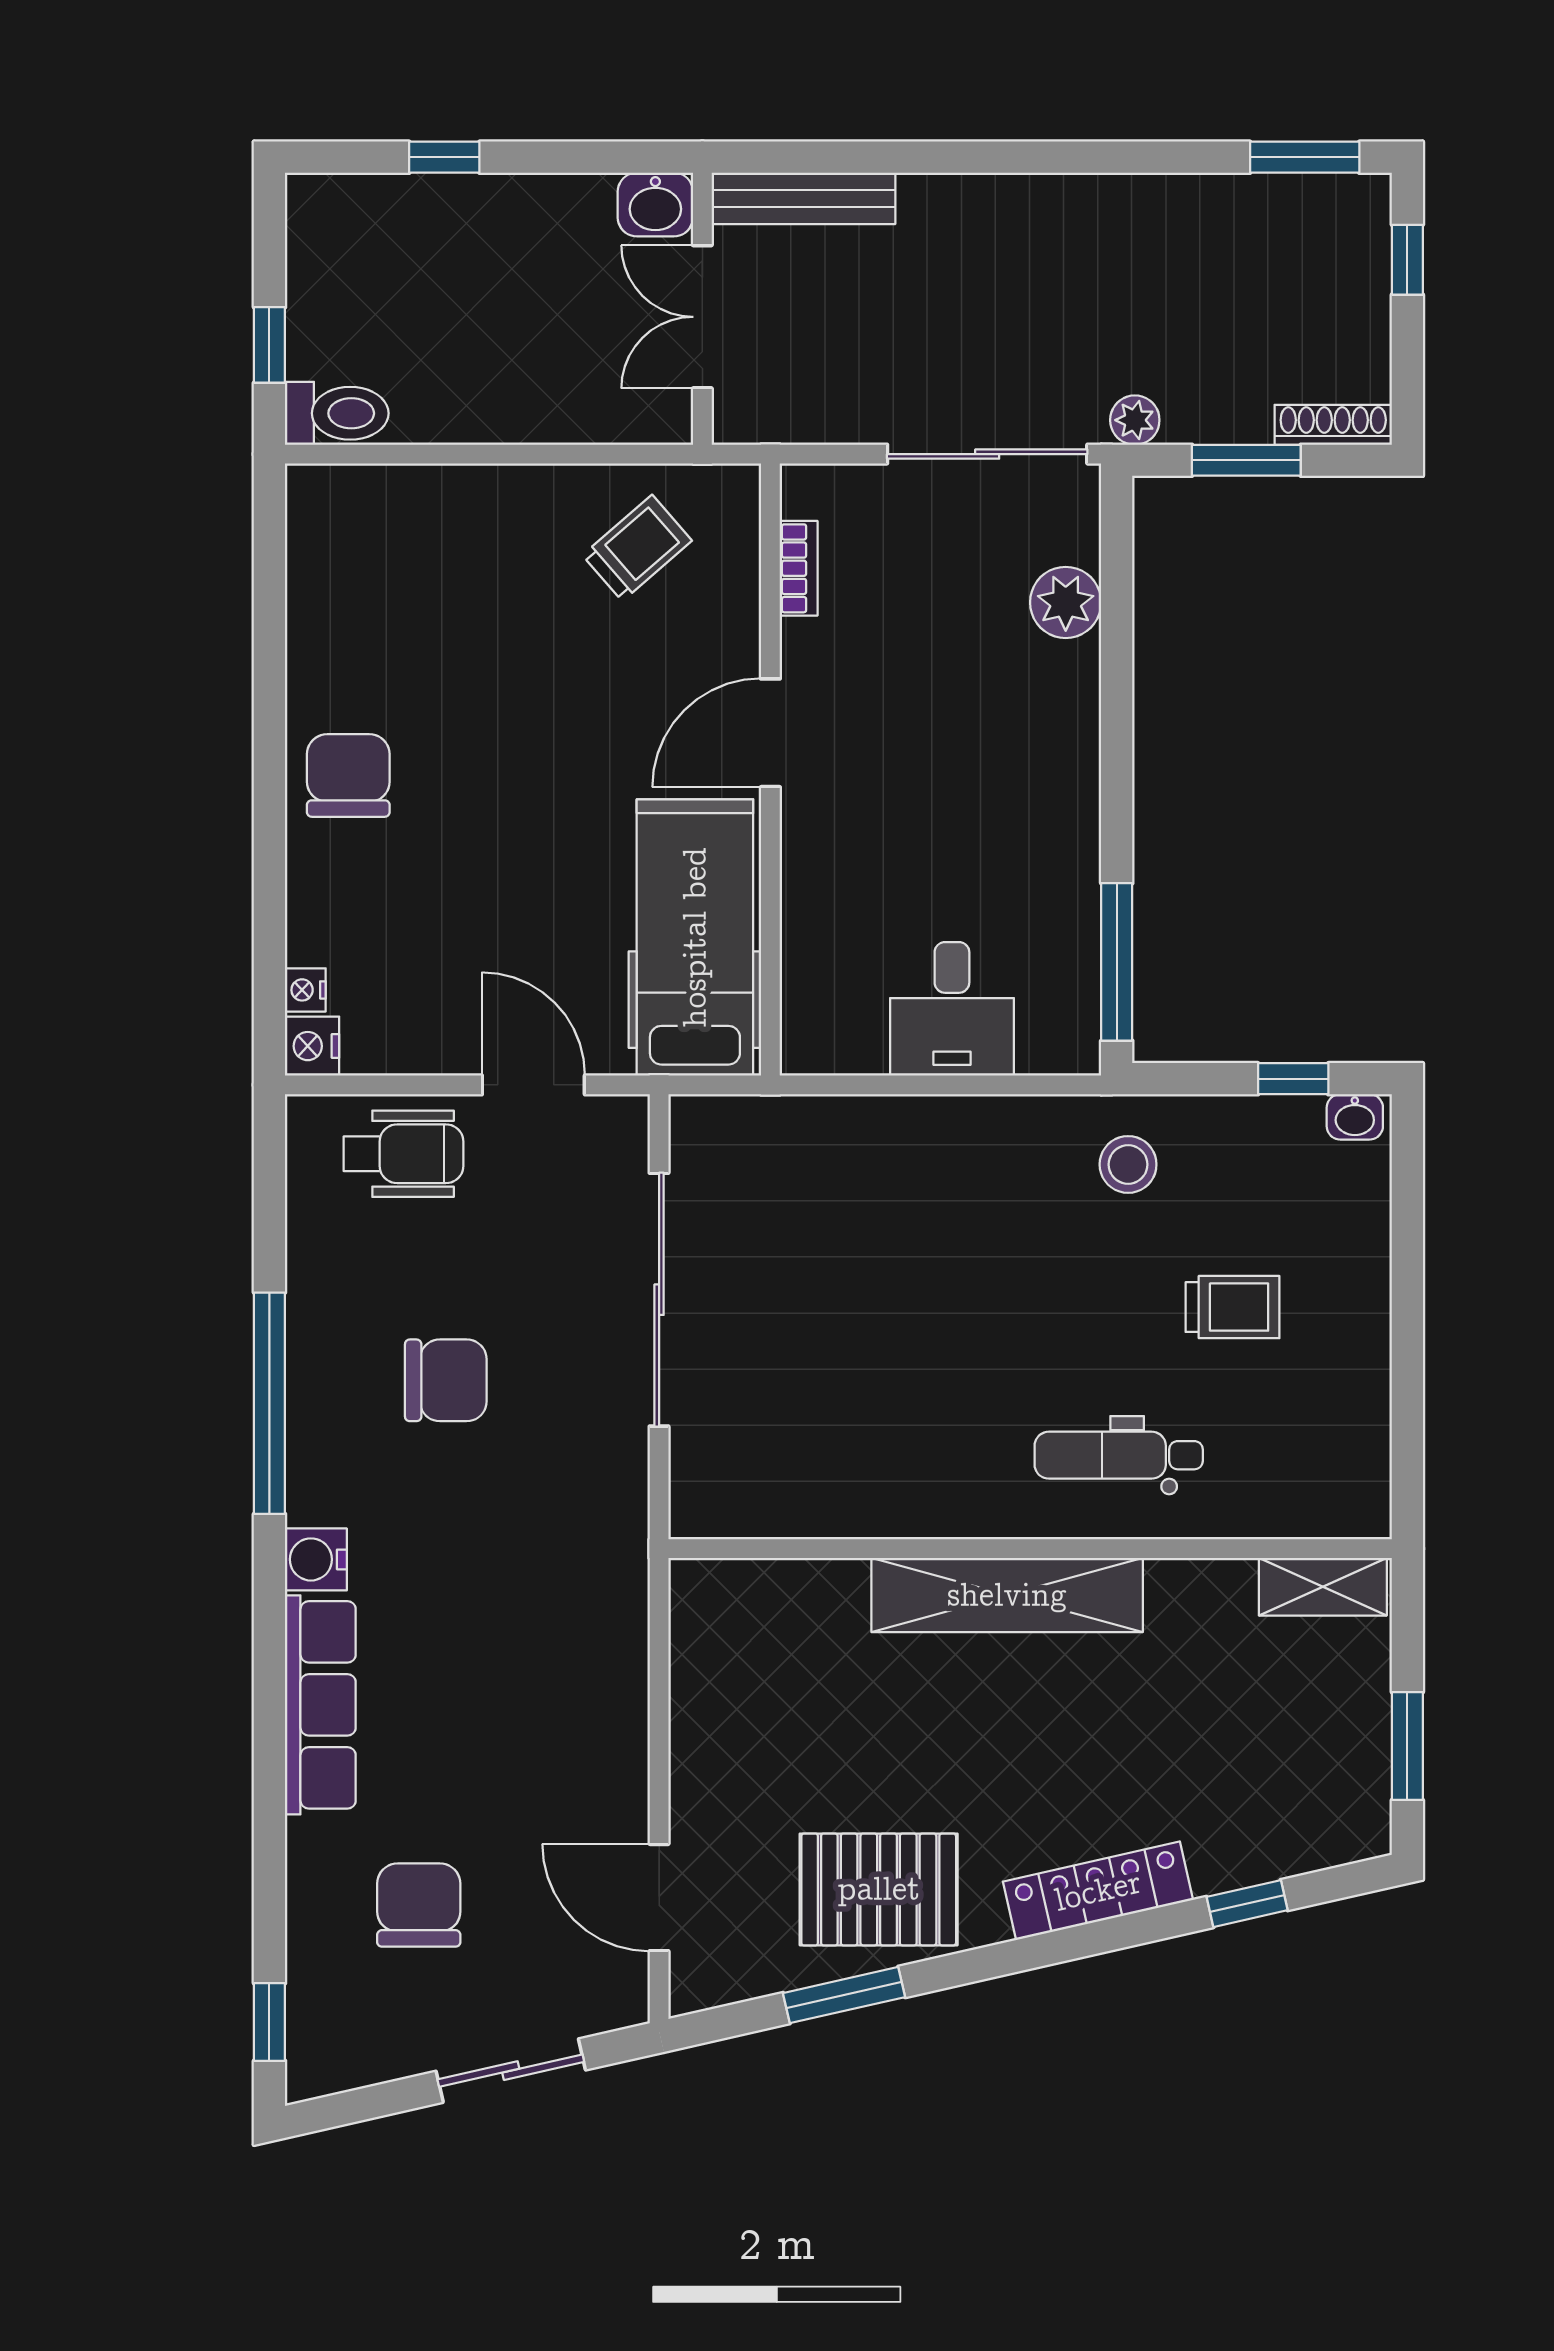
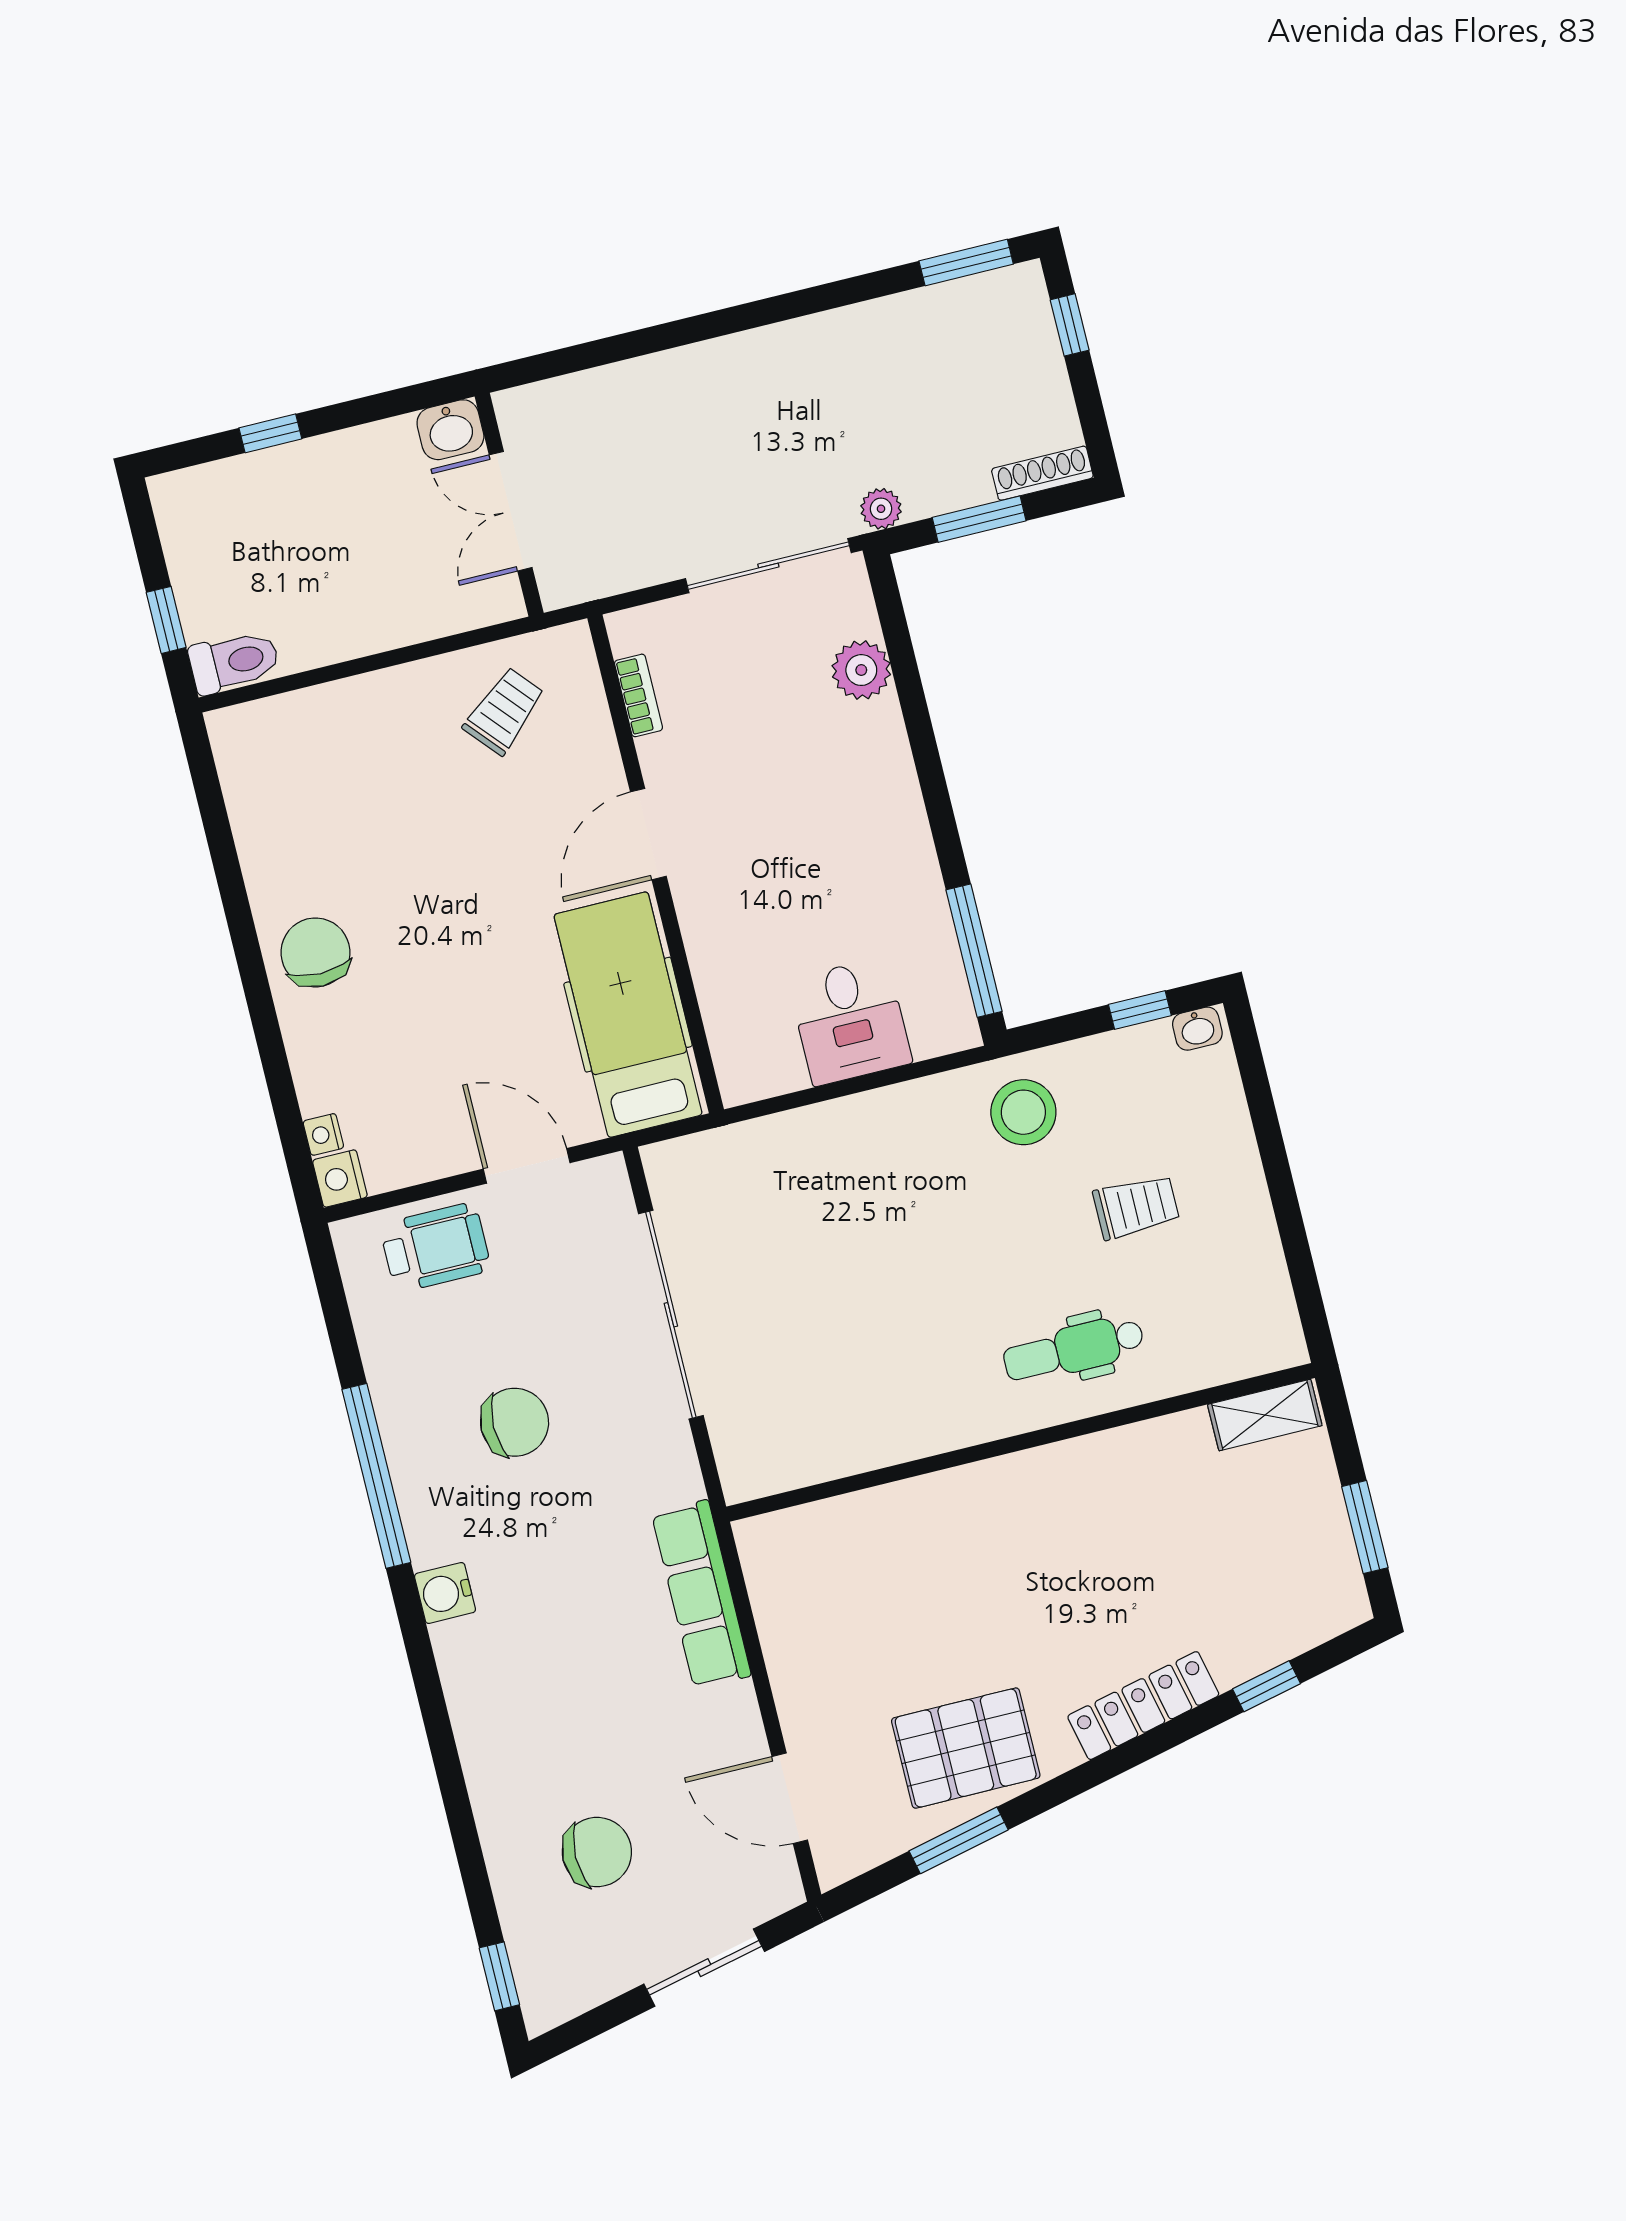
bench: (803, 198) -> (569, 395), removed
stool: (1128, 1164) -> (1023, 1112), width x1.38, depth x1.38
shelving: (1007, 1595) -> (1011, 1484), removed
row of seats: (320, 1705) -> (701, 1594), moved, turned 180
chair: (419, 1905) -> (597, 1852), turned 90

